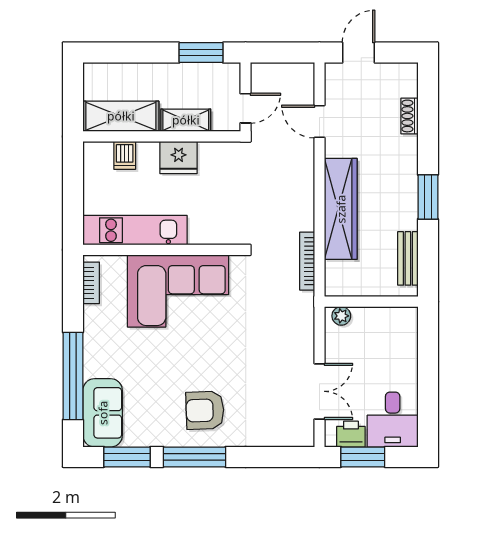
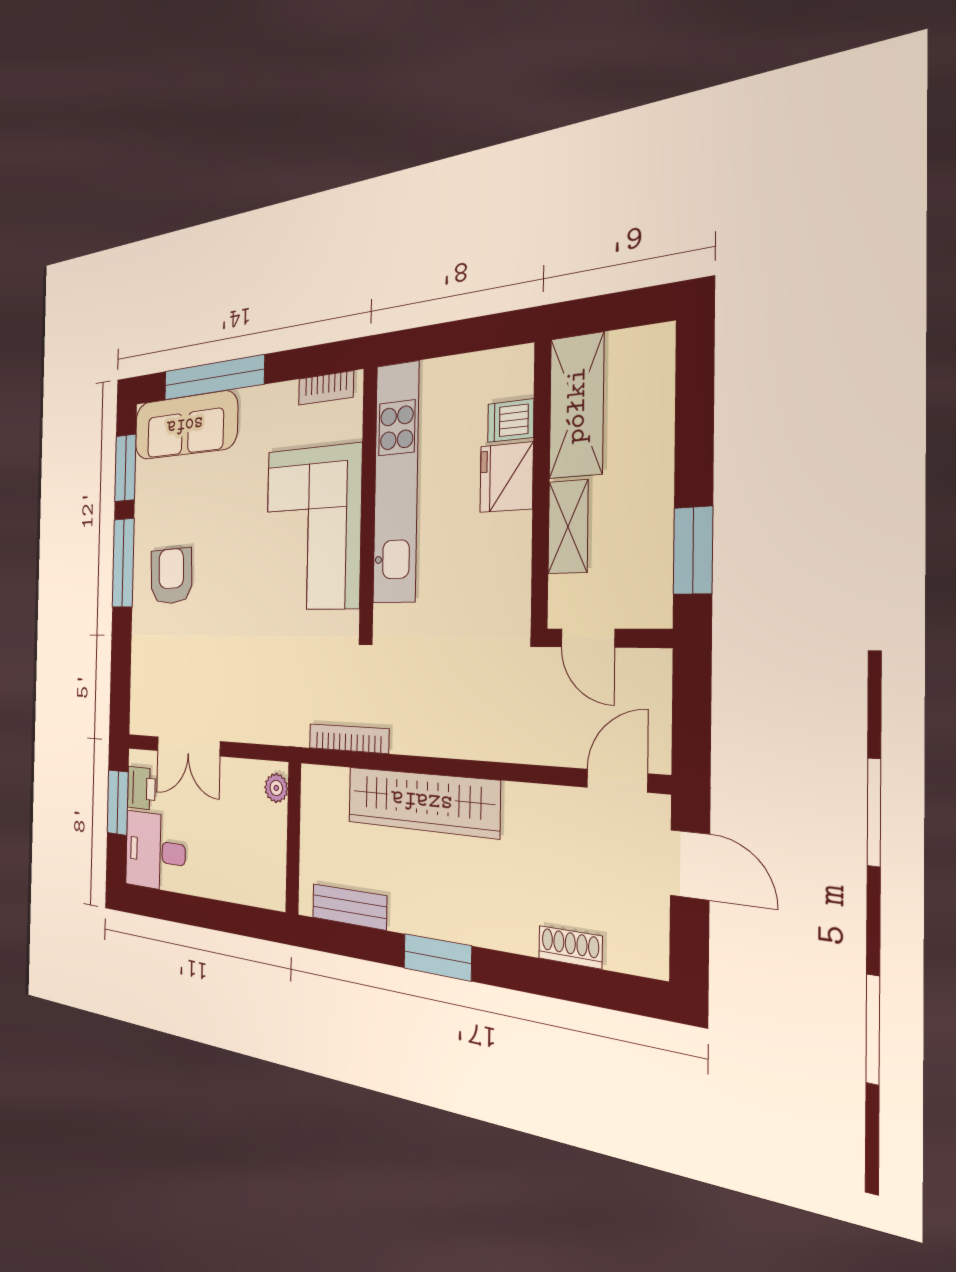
door: (319, 122) -> (617, 781), moved
fridge: (179, 157) -> (506, 477), moved
kitchen unit: (135, 230) -> (396, 483), width x1.36
sofa: (103, 413) -> (185, 426), width x1.36

